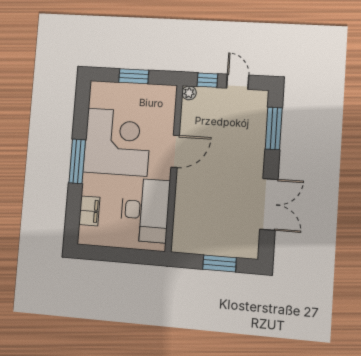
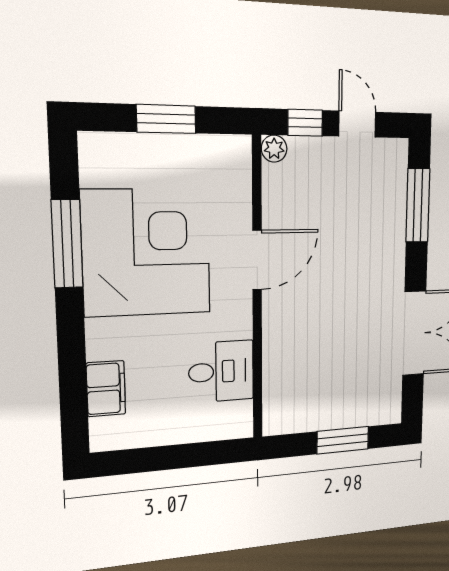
window: (77, 161) -> (67, 244), moved
desk: (145, 210) -> (221, 371), width x0.53, depth x0.77

